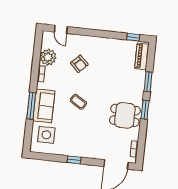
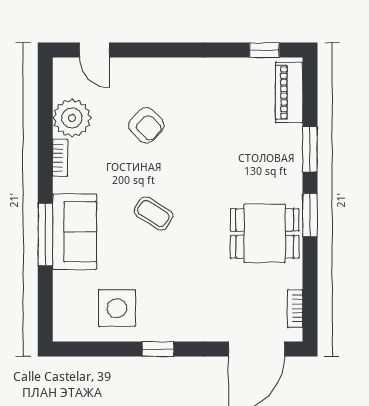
side table: (46, 135) -> (117, 308), moved

